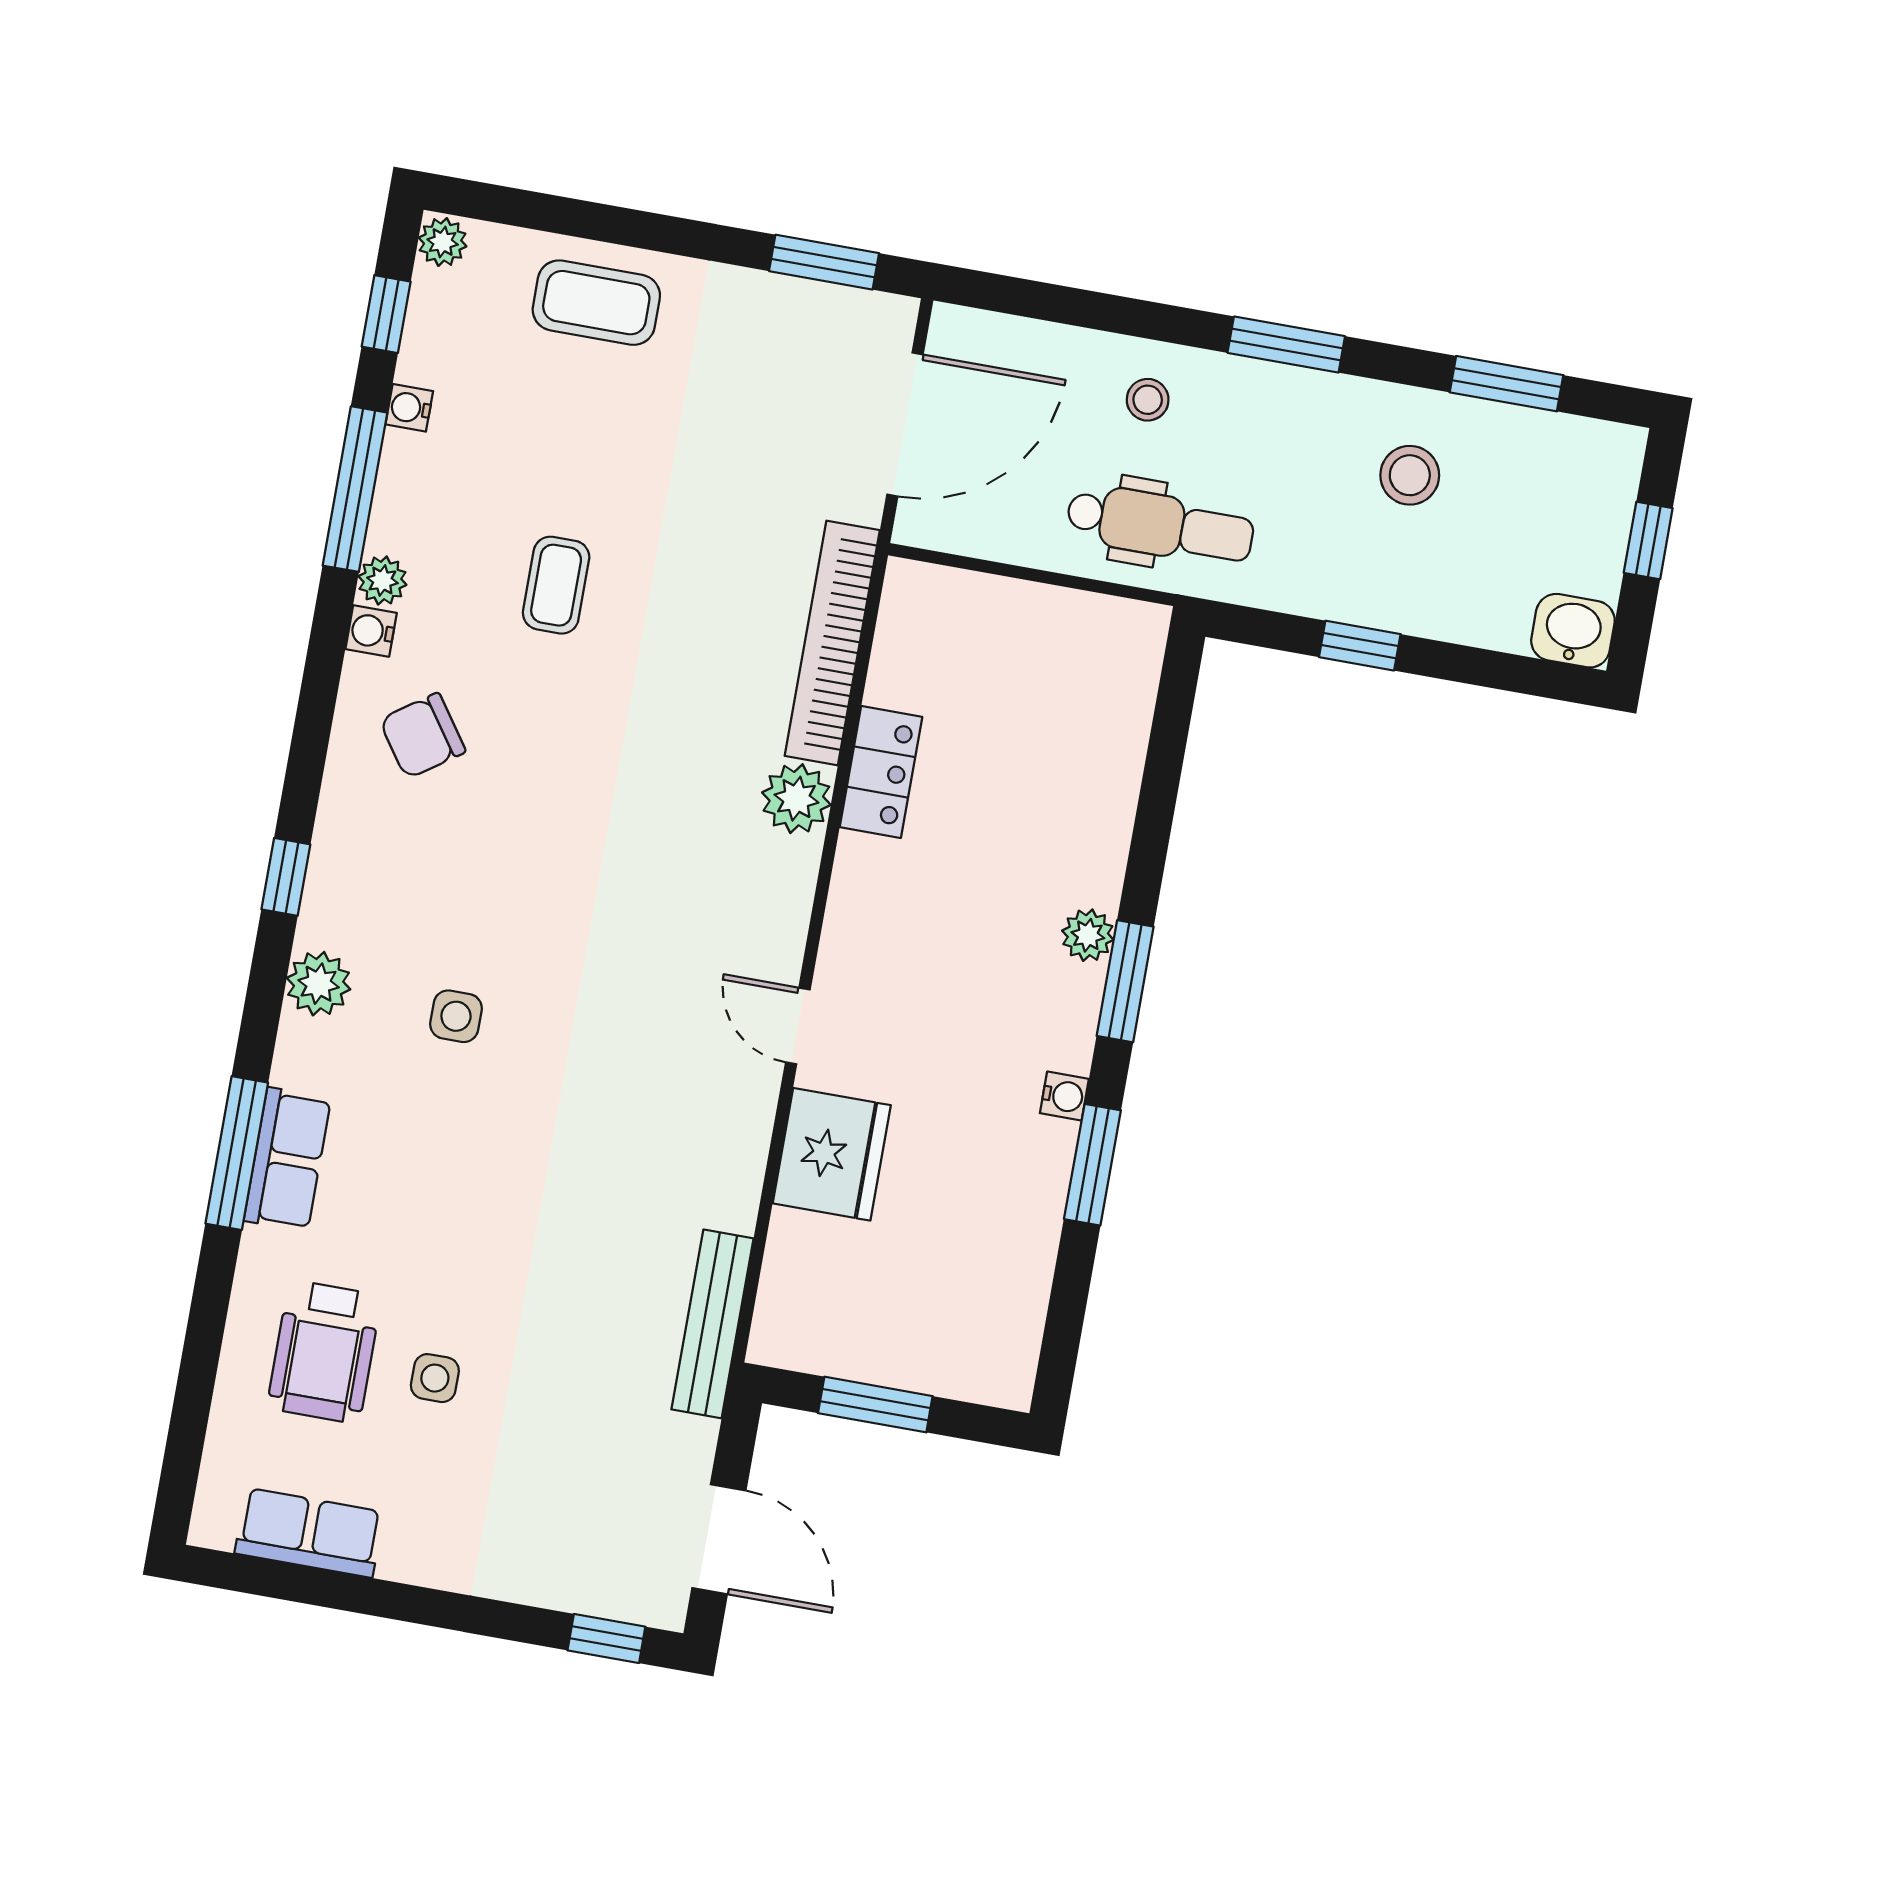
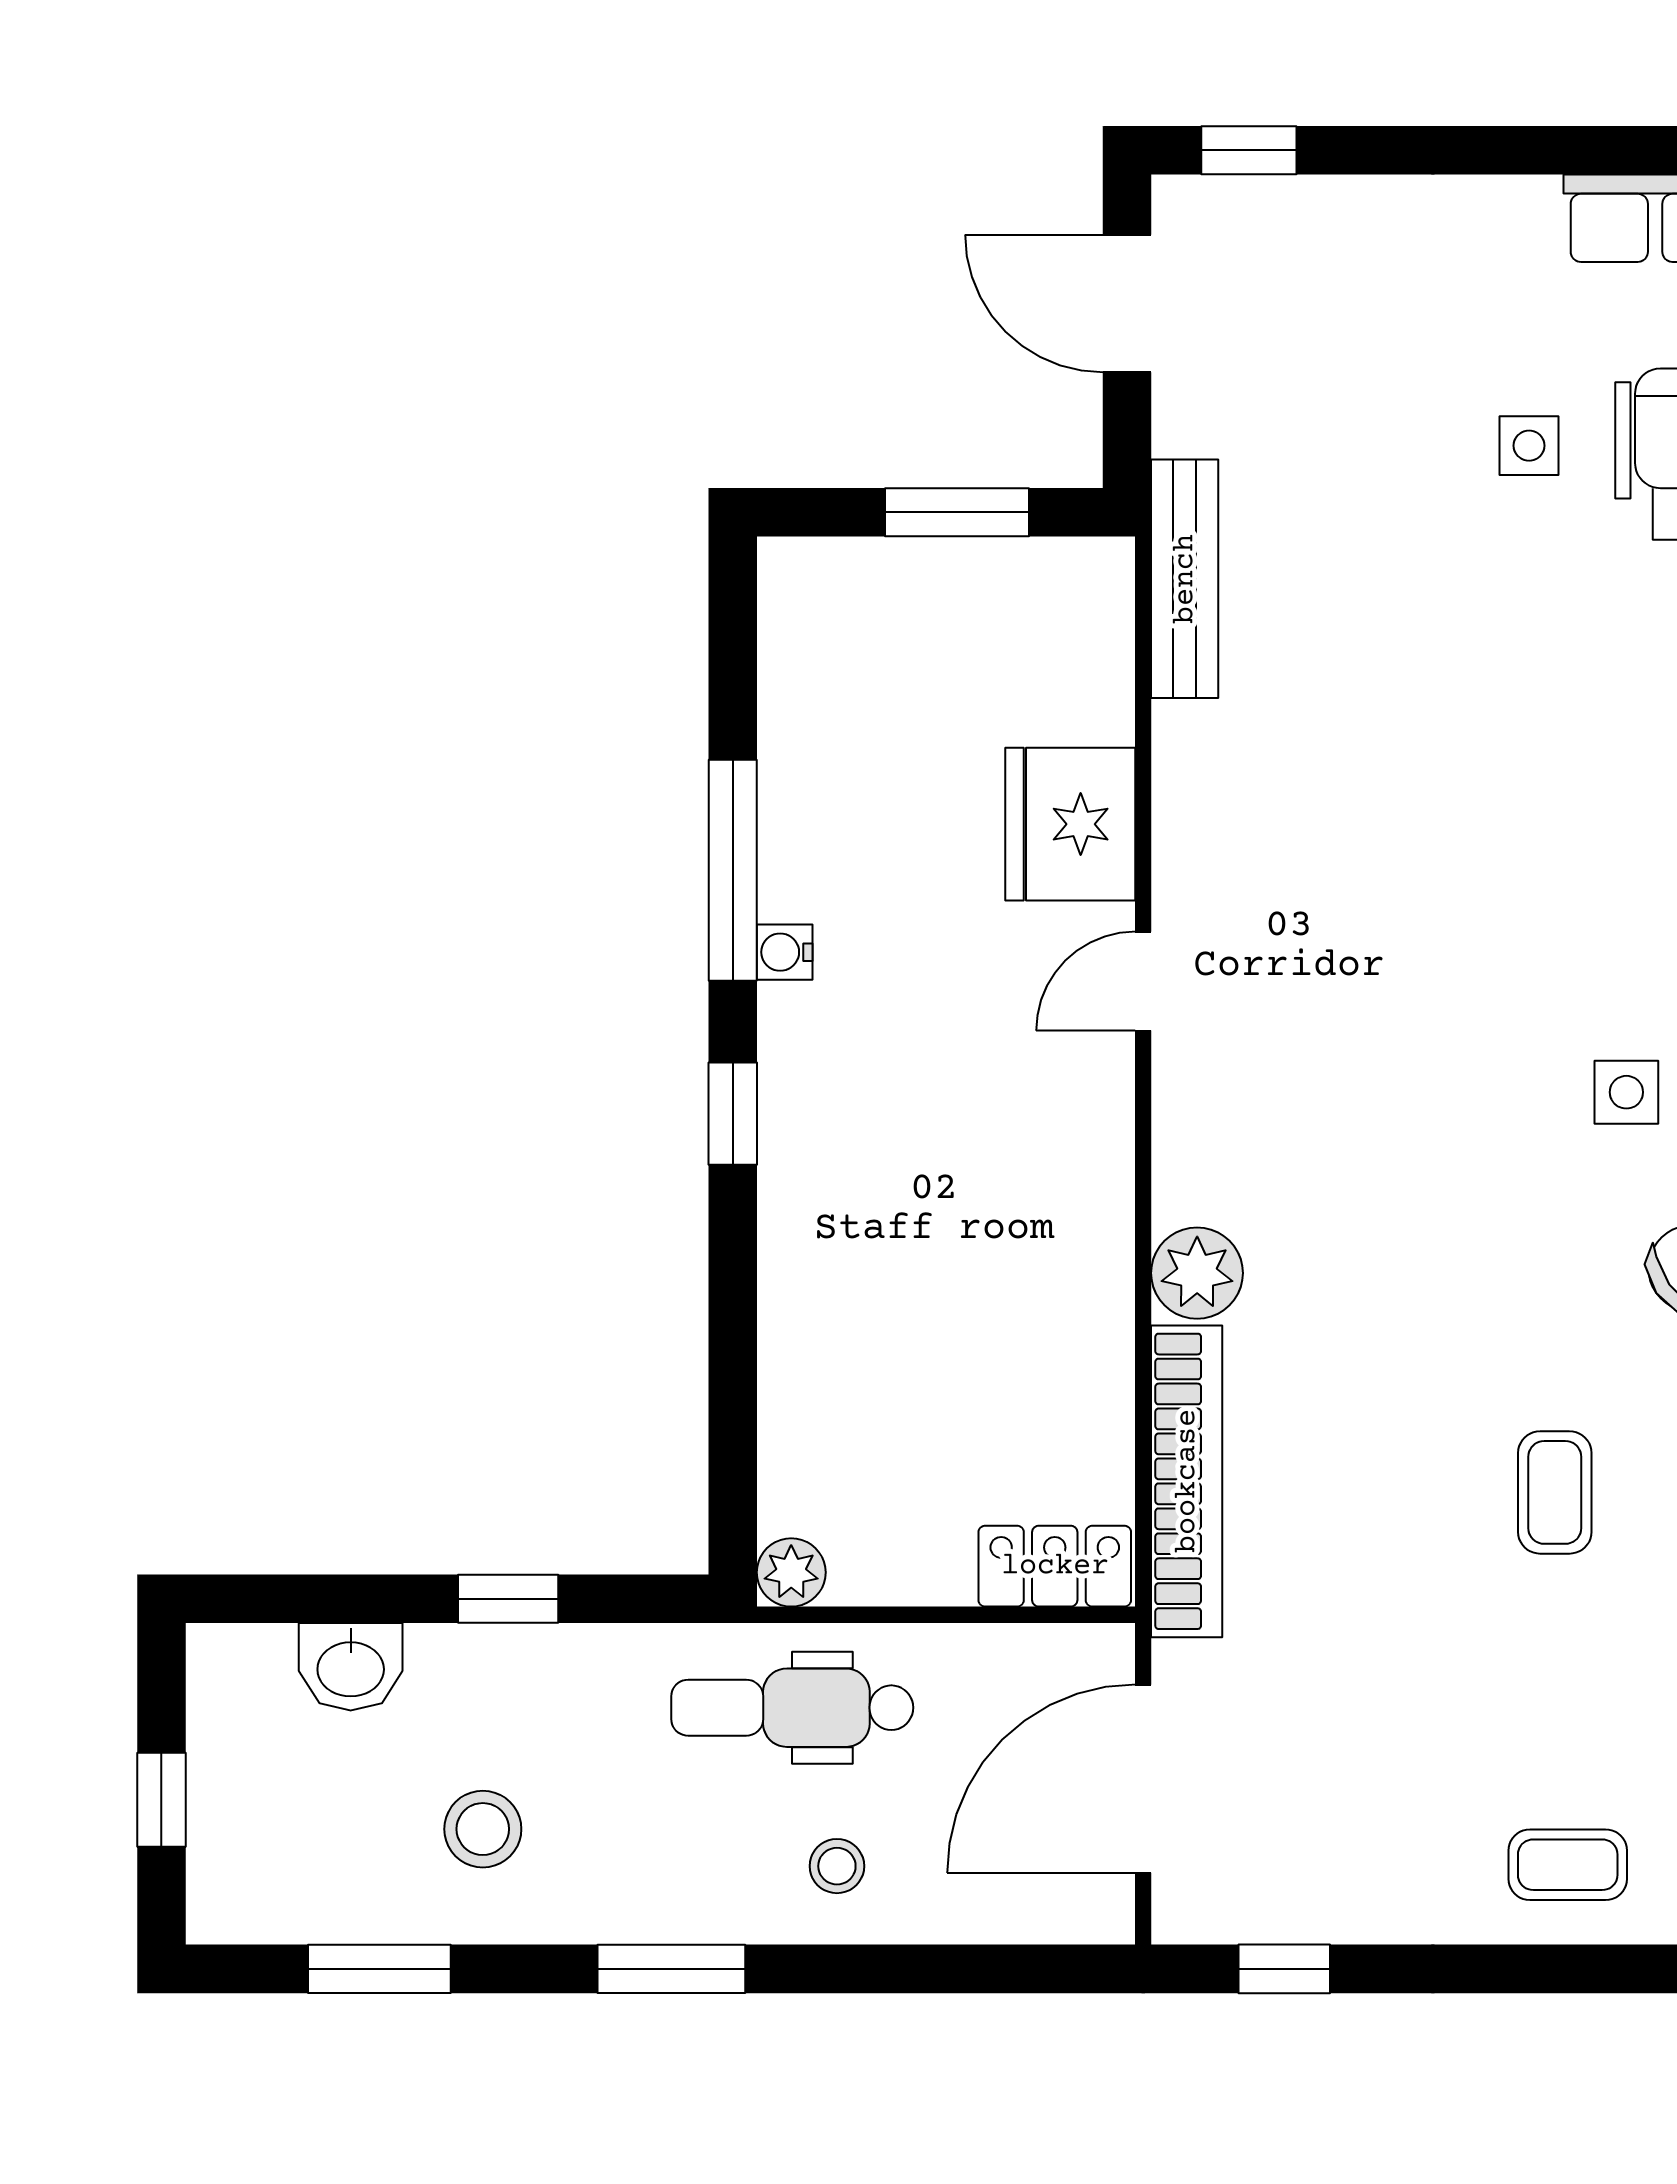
window: (824, 262) -> (1284, 1969), width x0.67
coffee table: (596, 303) -> (1568, 1865), width x0.73, depth x0.77
washbasin: (1573, 631) -> (351, 1667), moved
locker: (881, 772) -> (1055, 1566), moved, turned 90
plant: (1088, 935) -> (791, 1572), moved
window: (1125, 981) -> (733, 1114), width x0.67
side table: (456, 1016) -> (1626, 1092), moved
door: (798, 1026) -> (1143, 981), swing flipped
window: (1092, 1165) -> (733, 870), width x1.44

